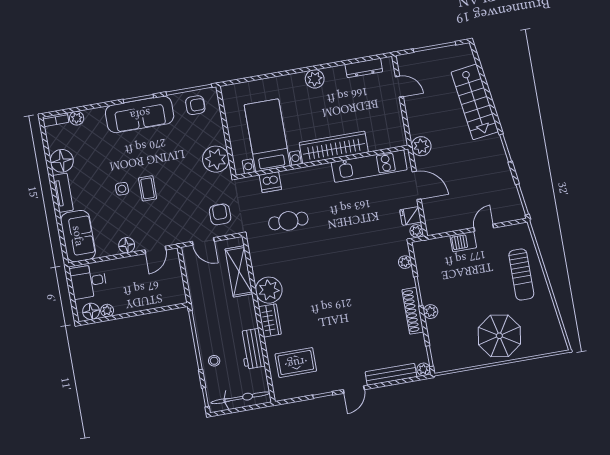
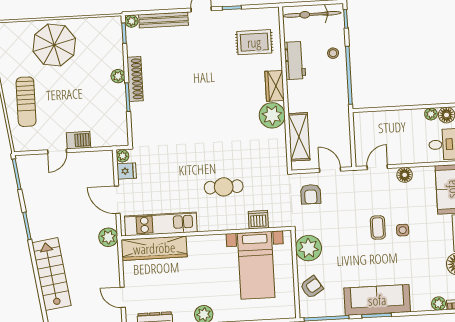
armchair: (195, 105) -> (312, 287), moved, turned 147
wardrobe: (334, 147) -> (154, 248), moved
cafe table: (288, 221) -> (224, 187), moved
plant: (405, 262) -> (137, 127), removed
sun lounger: (521, 275) -> (26, 102), turned 180

